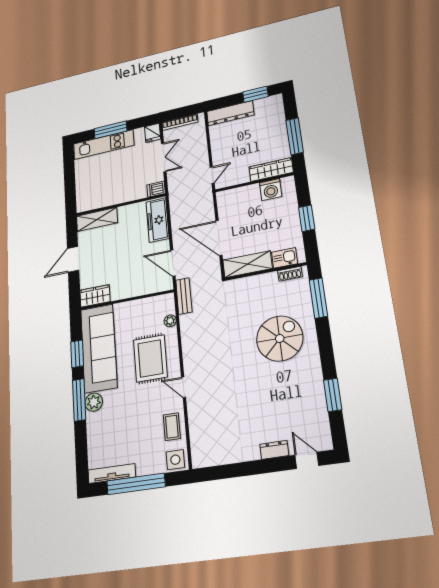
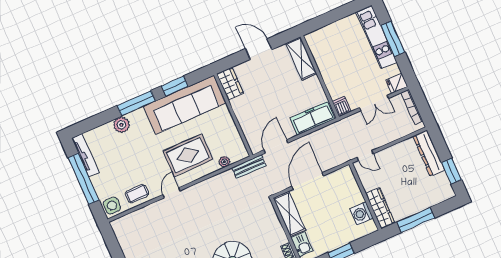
plant: (94, 402) -> (121, 125), moved

